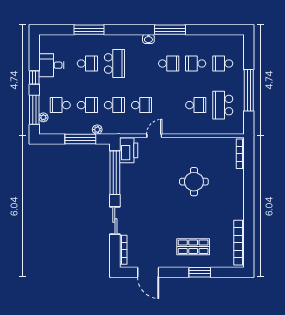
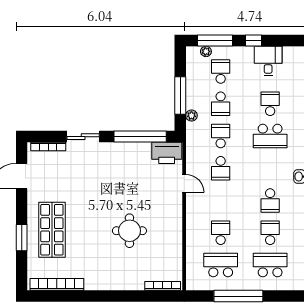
school desk: (87, 64) -> (270, 104), turned 180
school desk: (223, 64) -> (270, 265), width x1.85
school desk: (114, 105) -> (221, 136), turned 180
school desk: (196, 105) -> (221, 233), turned 180
shop shelf: (193, 247) -> (52, 230), width x1.43, depth x1.36

